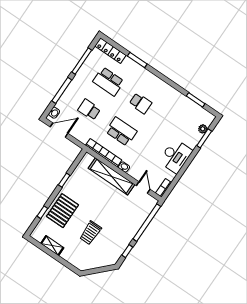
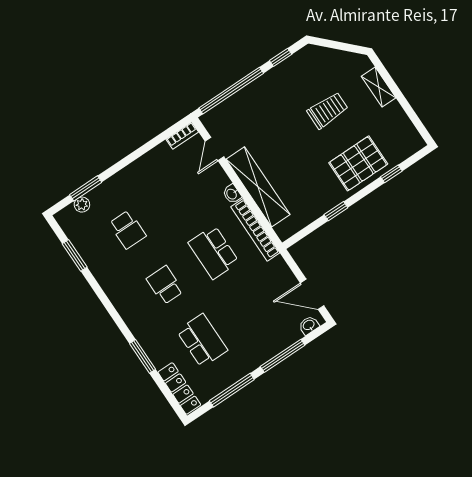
school desk: (89, 110) -> (128, 230), moved
desk: (175, 156) -> (143, 178), removed
shelving: (52, 246) -> (379, 87), moved

